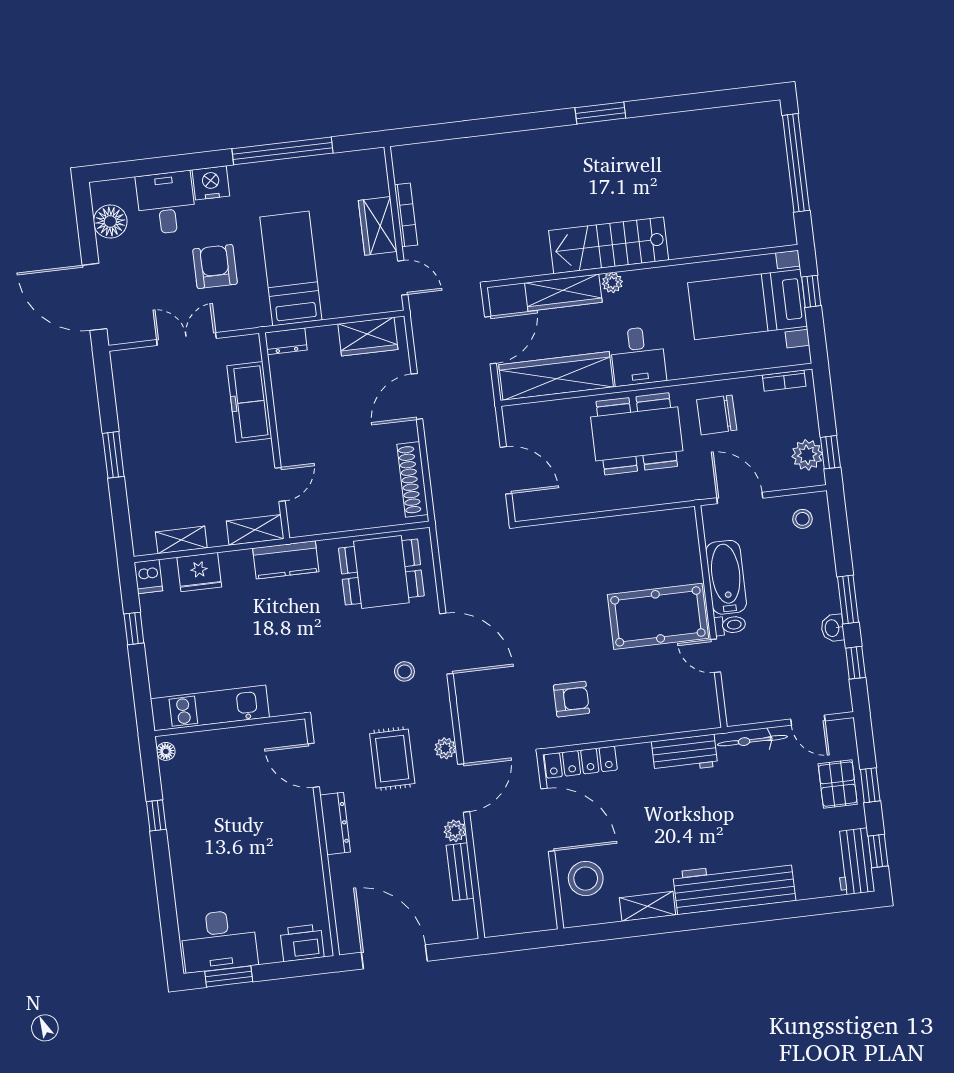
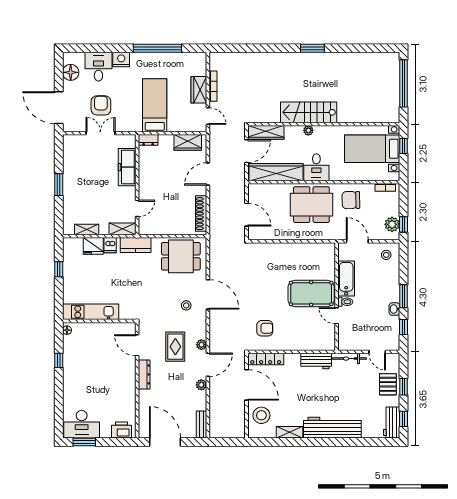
armchair: (215, 267) -> (101, 105), moved
wardrobe: (563, 293) -> (266, 132), moved
dishwasher: (148, 577) -> (110, 245), moved
bench: (460, 872) -> (201, 424), moved

